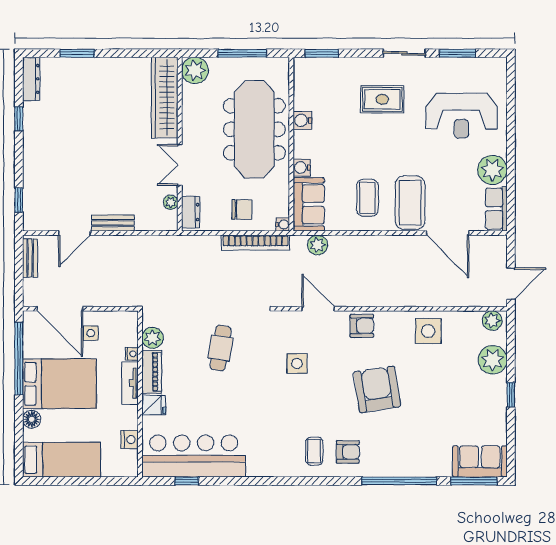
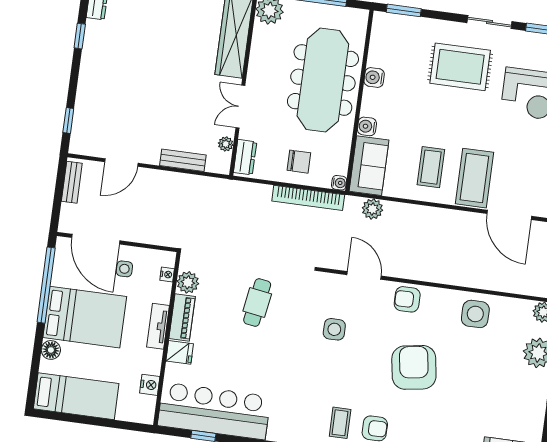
rug: (382, 99) -> (460, 67), width x1.36, depth x1.43
bench: (113, 223) -> (183, 160), moved
armchair: (362, 326) -> (407, 299), turned 180
nightstand: (132, 354) -> (167, 274), moved

